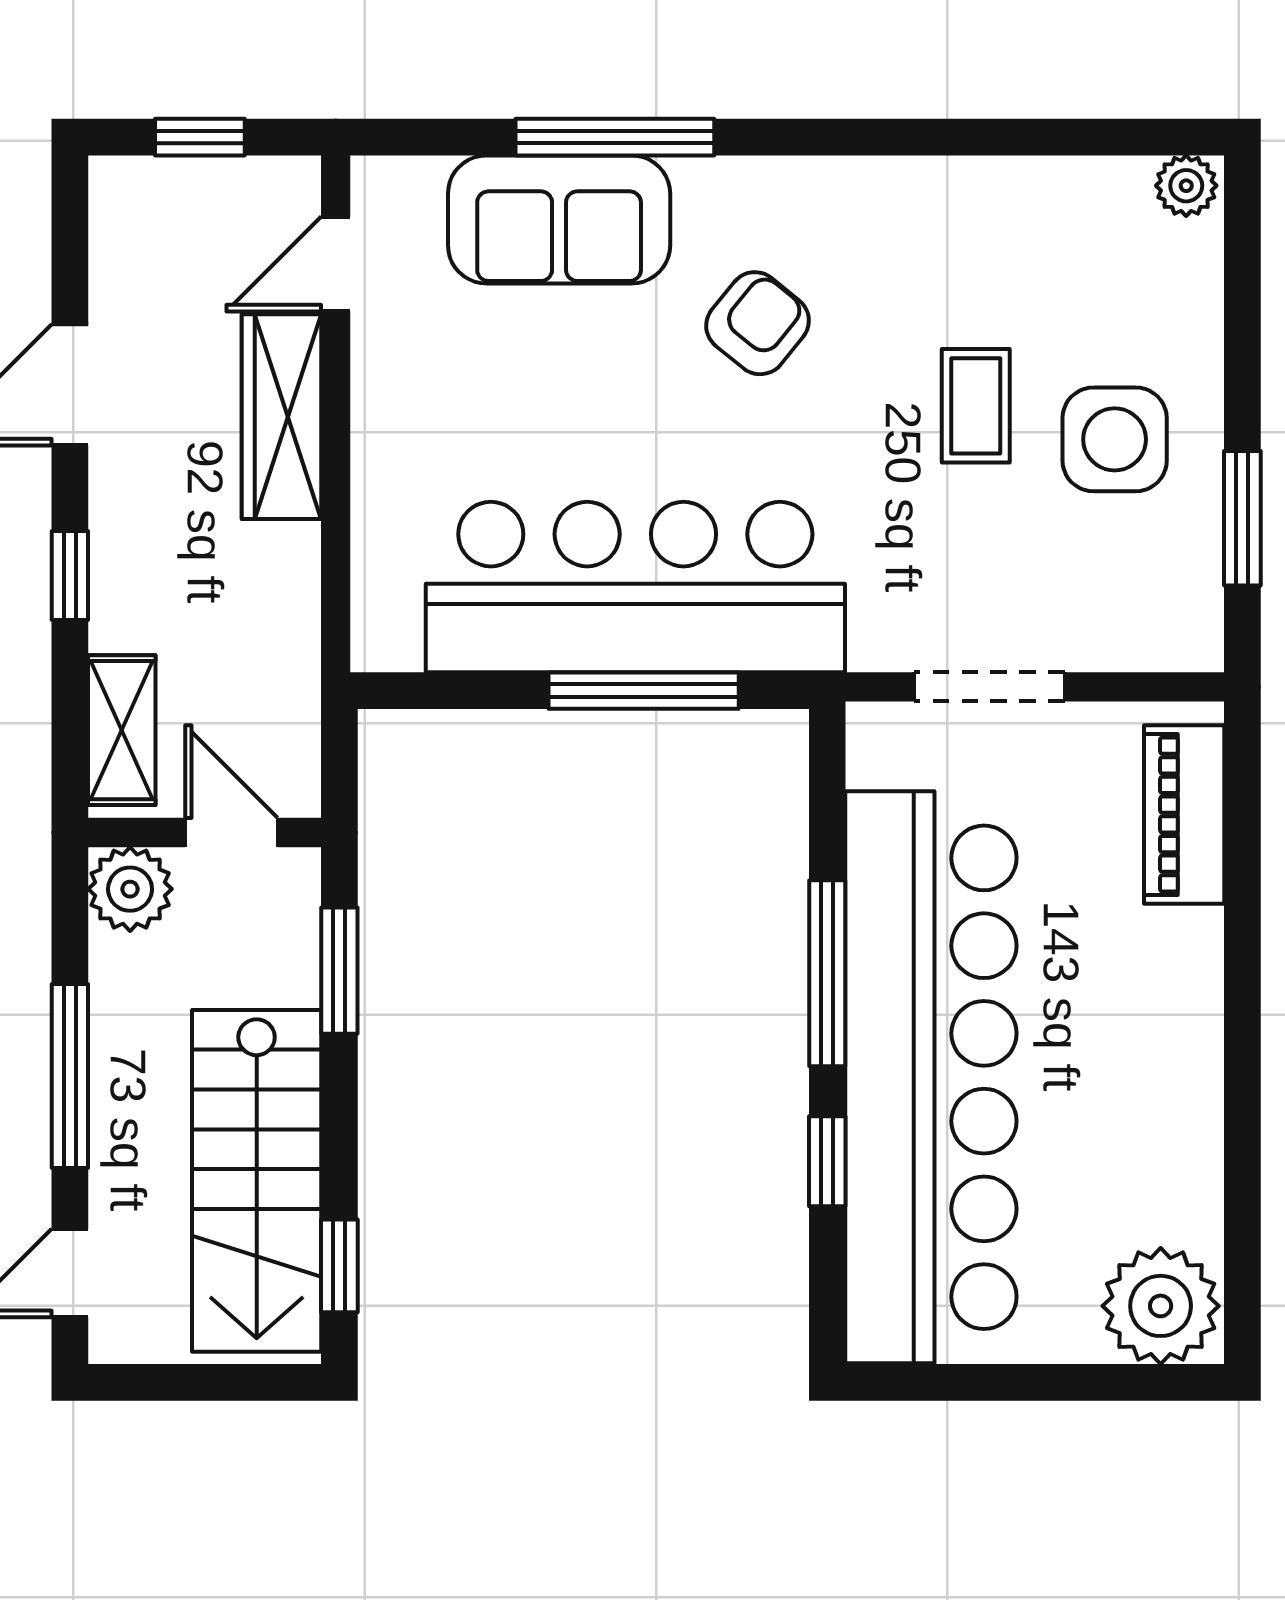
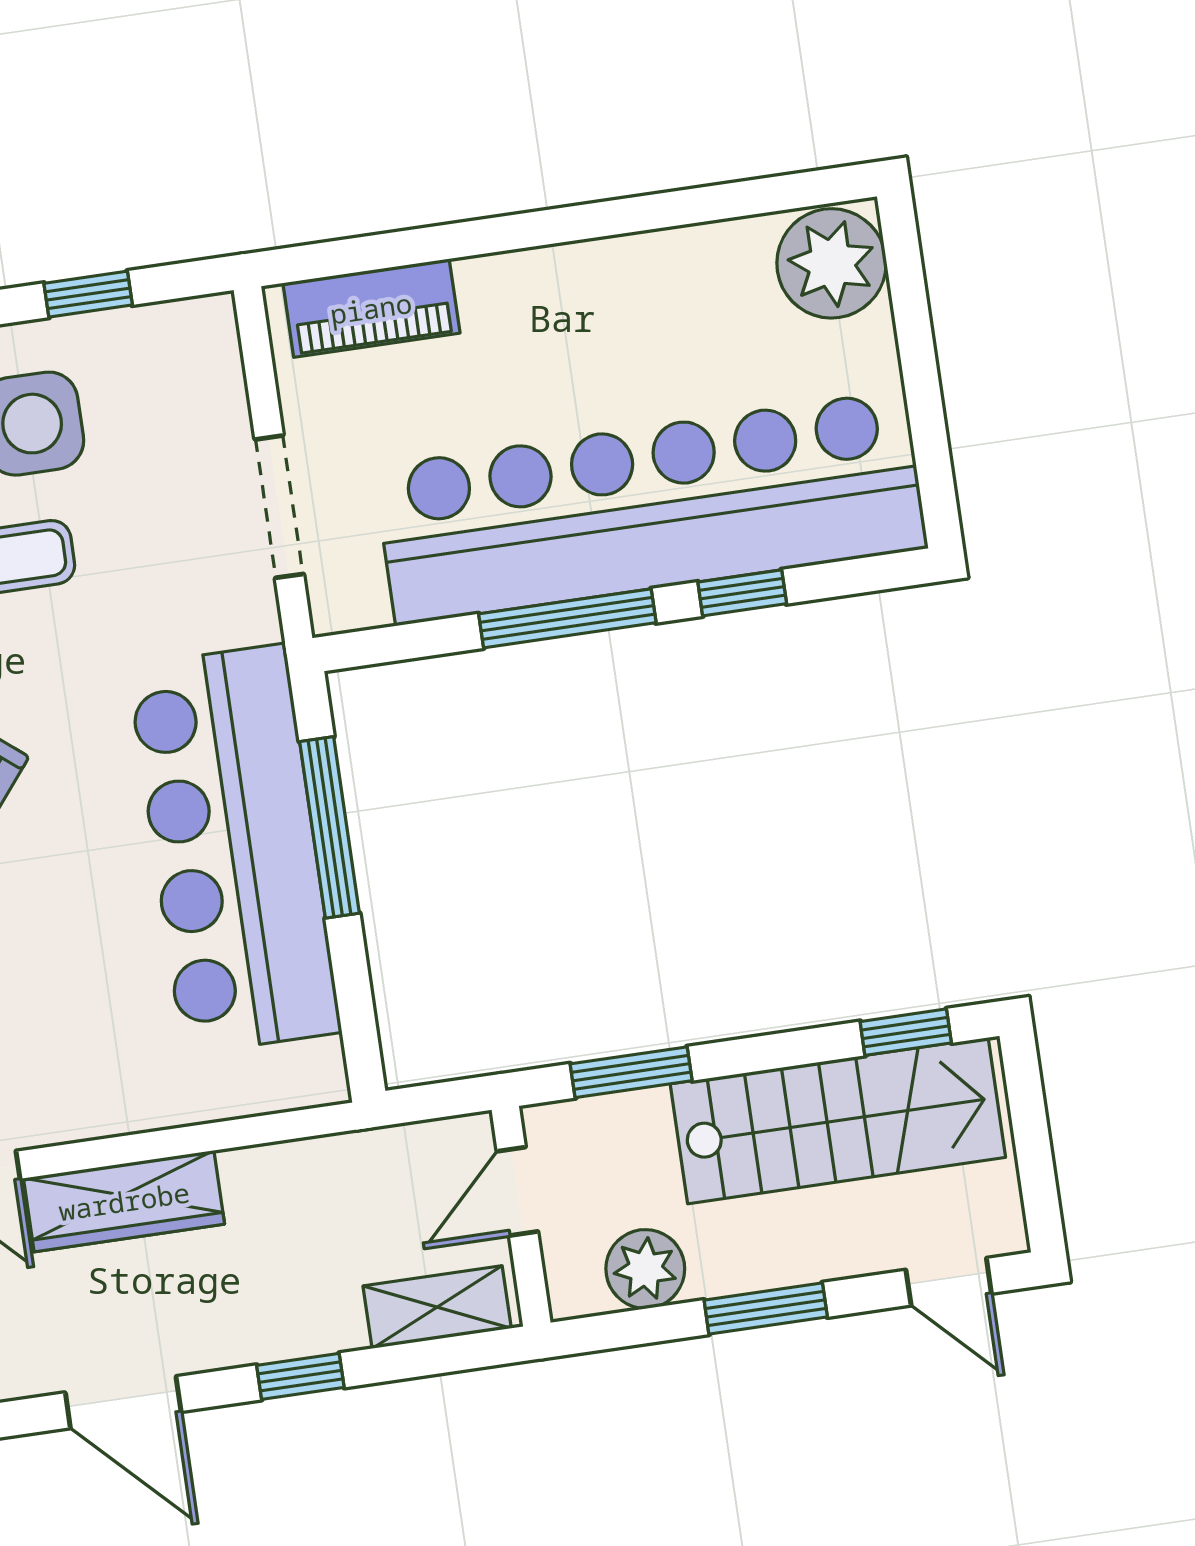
window: (1242, 518) -> (88, 294), width x0.67
plant: (130, 889) -> (645, 1269), moved
window: (70, 1076) -> (766, 1308), width x0.69

